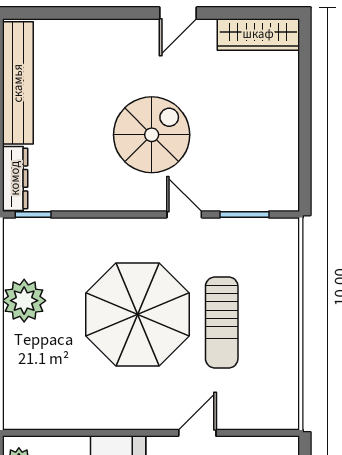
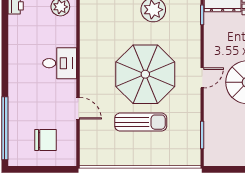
door: (184, 215) -> (202, 78), moved
sun lounger: (222, 322) -> (141, 122), turned 180

